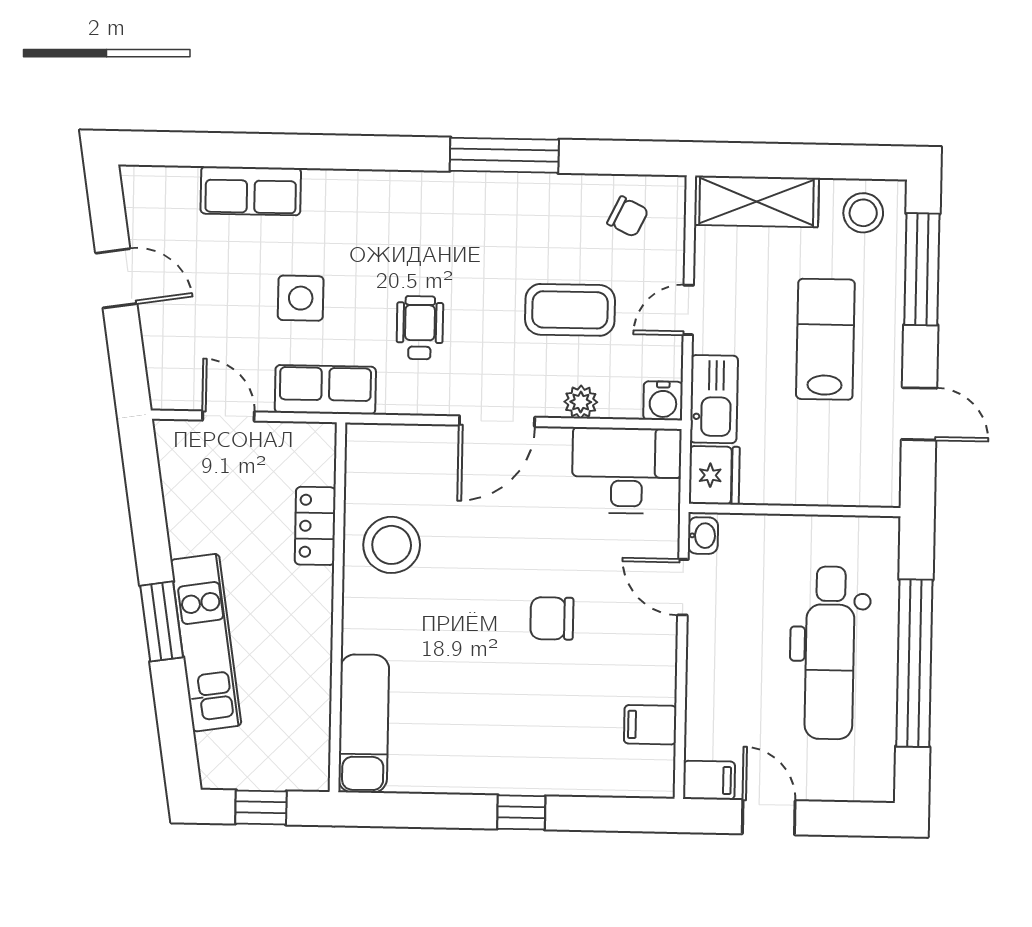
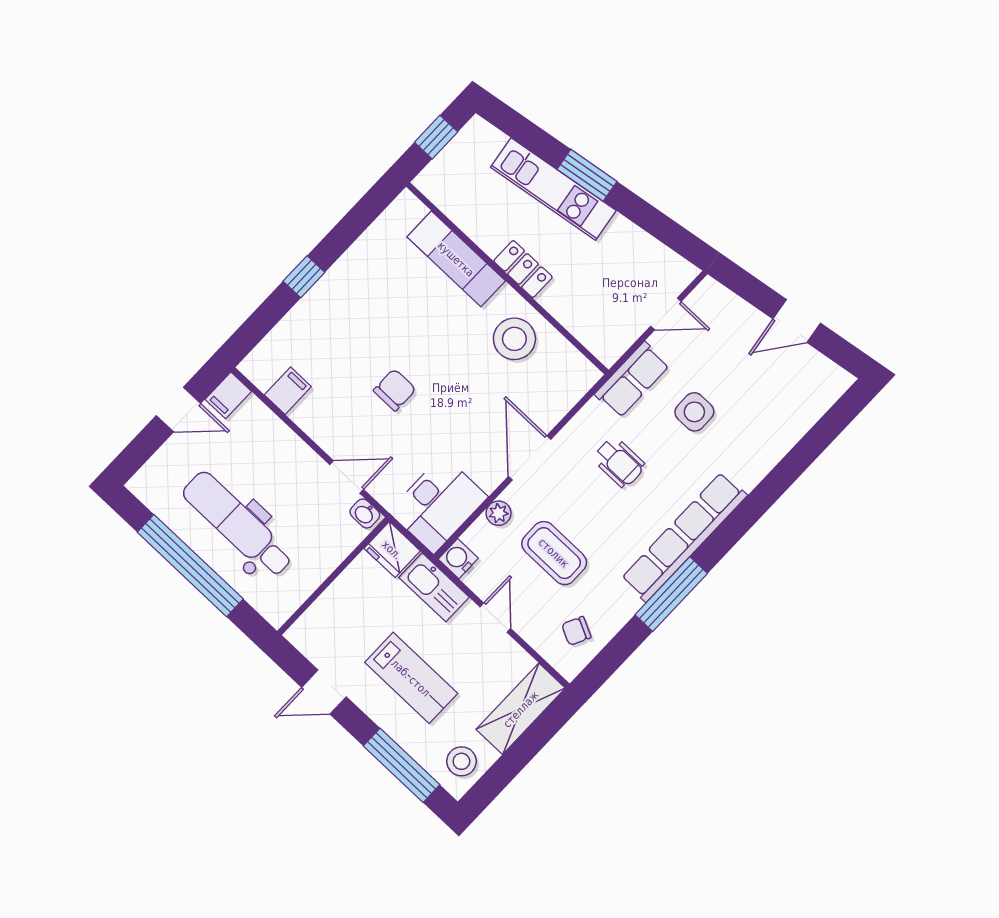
row of seats: (251, 191) -> (684, 537), moved, width x2.02
coffee table: (570, 310) -> (554, 553), turned 90
locker: (315, 526) -> (523, 269), moved
exam couch: (364, 724) -> (456, 259), moved

